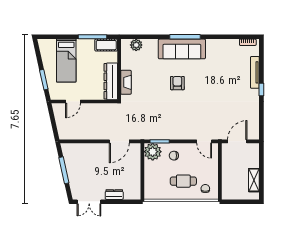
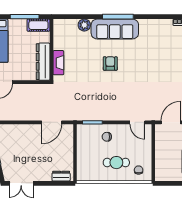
plant: (136, 45) -> (84, 25), moved
plant: (153, 152) -> (85, 133), removed
dresser: (114, 195) -> (61, 176), moved

